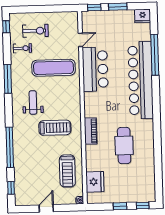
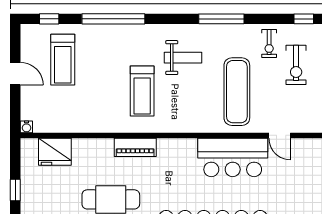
treadmill: (67, 171) -> (63, 60), moved, turned -90

